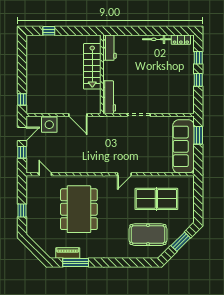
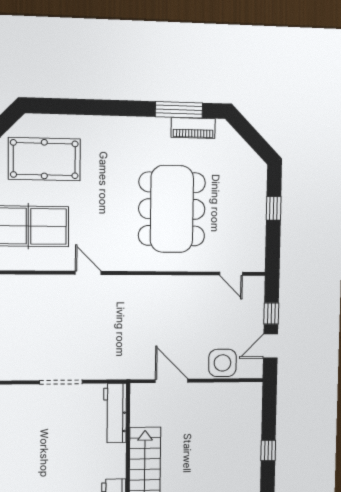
window: (22, 99) -> (268, 450), moved
door: (124, 174) -> (88, 273), hinge flipped

